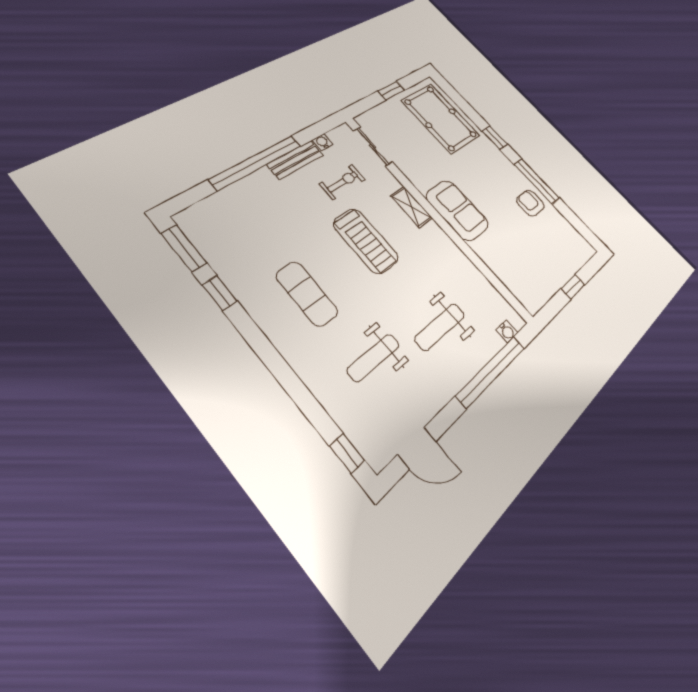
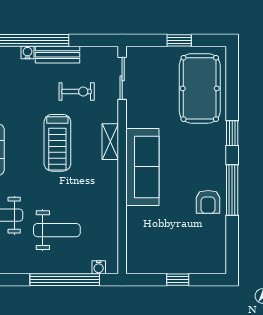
water cooler: (323, 142) -> (27, 53), moved
armchair: (530, 203) -> (208, 202), turned 180
sofa: (457, 210) -> (142, 167), width x1.36
weight bench: (440, 327) -> (57, 230), turned 180

